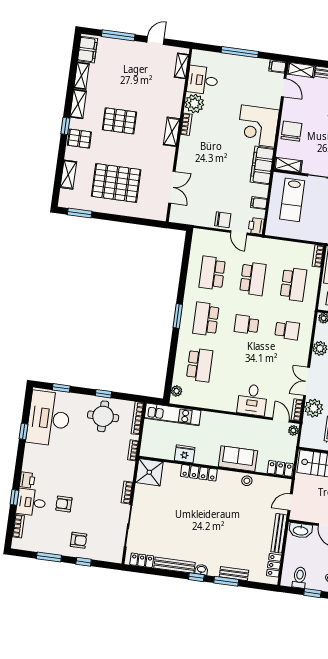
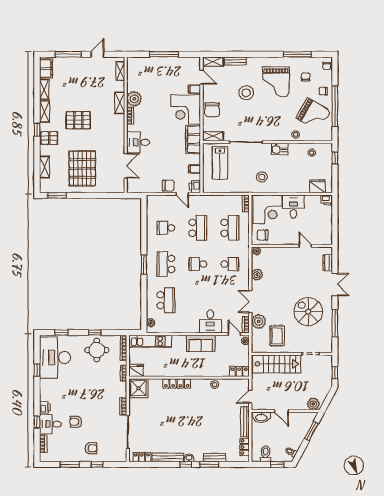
filing cabinet: (277, 66) -> (194, 89), moved
desk: (203, 80) -> (138, 142), moved
chair: (291, 131) -> (212, 110), turned 180
shelving: (172, 132) -> (120, 103), moved
pallet: (116, 183) -> (82, 168), turned 90
school desk: (212, 273) -> (166, 228), width x0.54
fridge: (185, 454) -> (136, 370), moved
sofa: (238, 459) -> (201, 343), moved, turned 180

